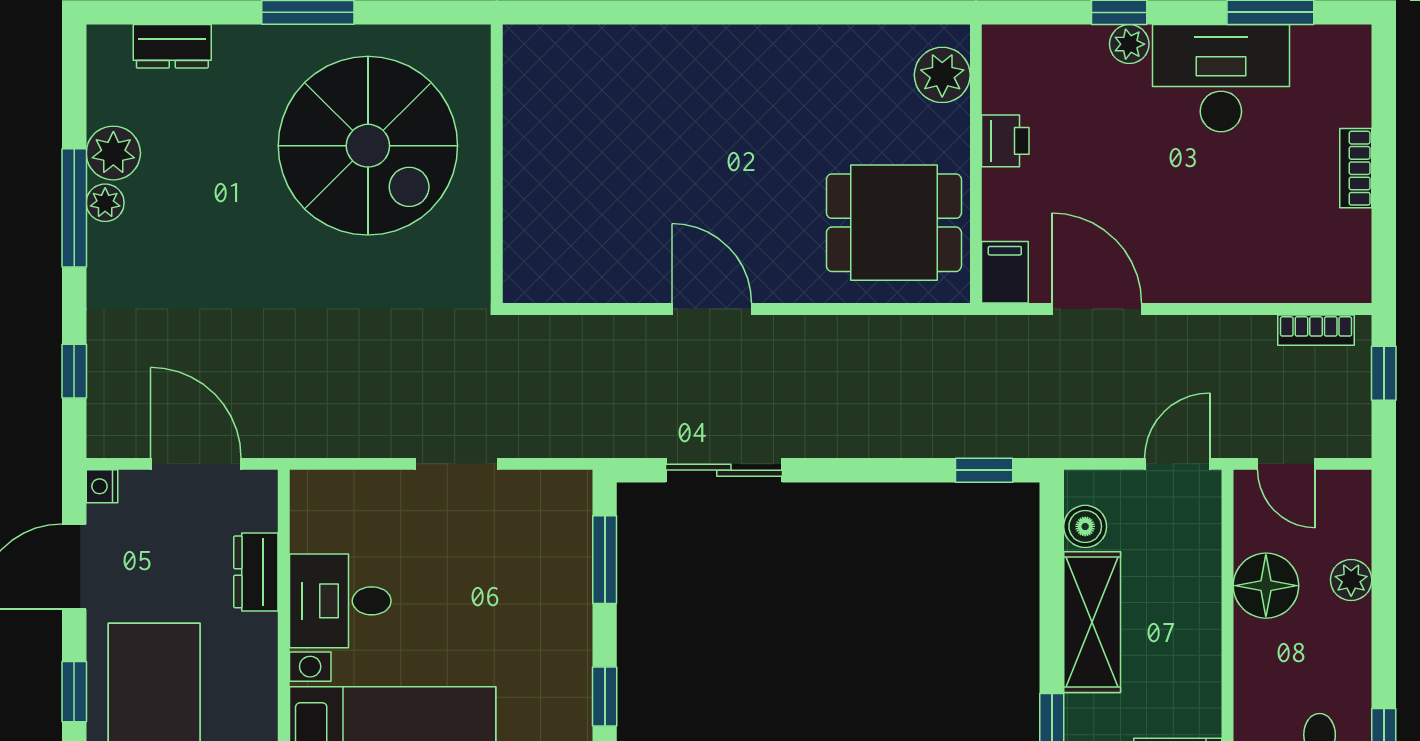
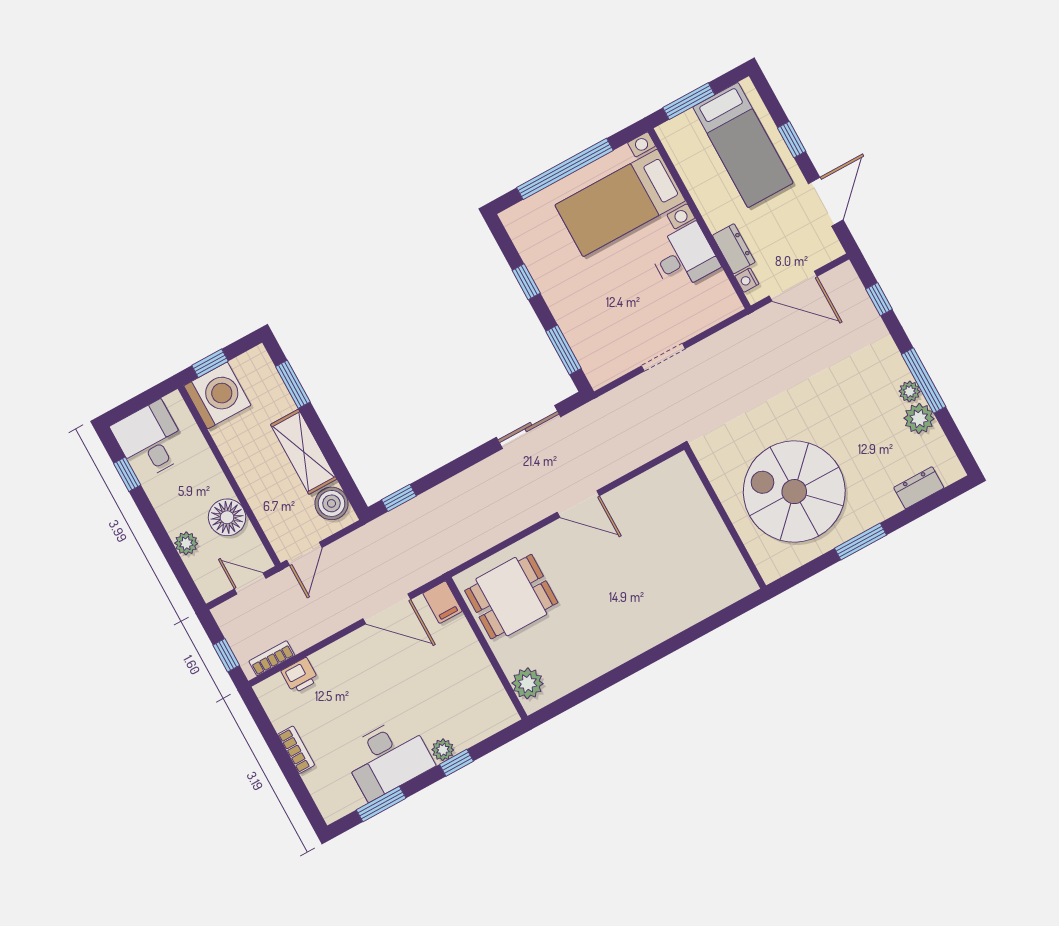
printer: (1005, 141) -> (300, 676), moved, turned -90
nightstand: (102, 486) -> (747, 280), moved, turned 180
boiler: (1085, 526) -> (331, 503), width x1.36, depth x1.36

